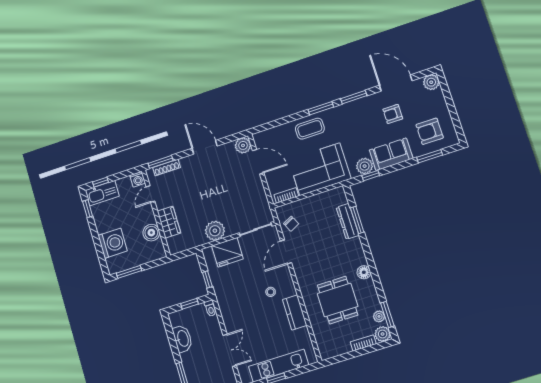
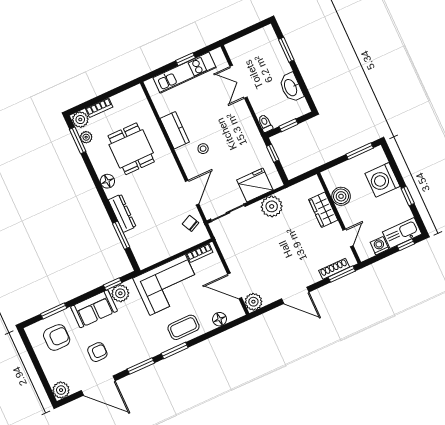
floor lamp: (276, 133) -> (220, 319), added
washing machine: (138, 179) -> (379, 246), moved
window: (88, 209) -> (408, 196), moved
dresser: (348, 221) -> (122, 213), moved

